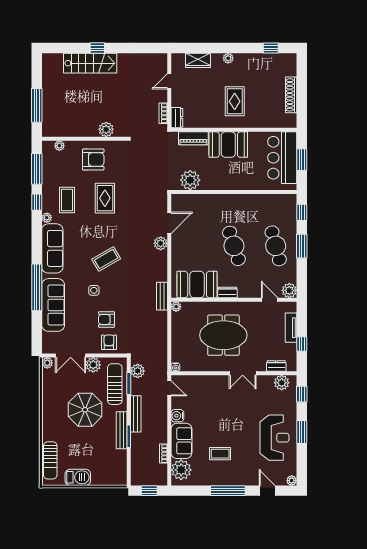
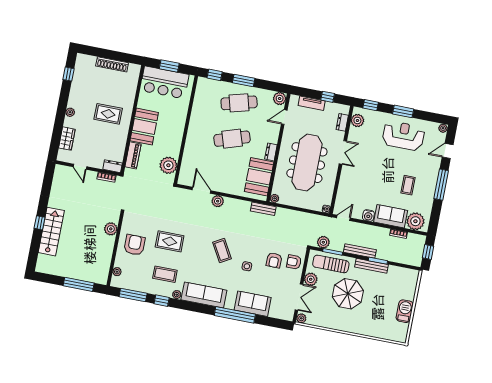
sofa: (53, 305) -> (253, 304), width x0.73
meeting table: (223, 335) -> (307, 163), width x1.36
sun lounger: (50, 460) -> (386, 332), removed

